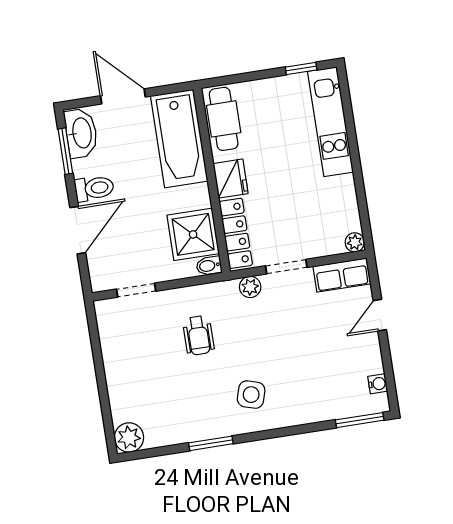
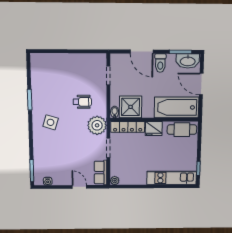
door: (123, 96) -> (201, 84), swing flipped
plant: (250, 287) -> (97, 125), width x1.88, depth x1.88
wheelchair: (198, 335) -> (82, 102), turned 180
plant: (129, 437) -> (37, 60), removed

